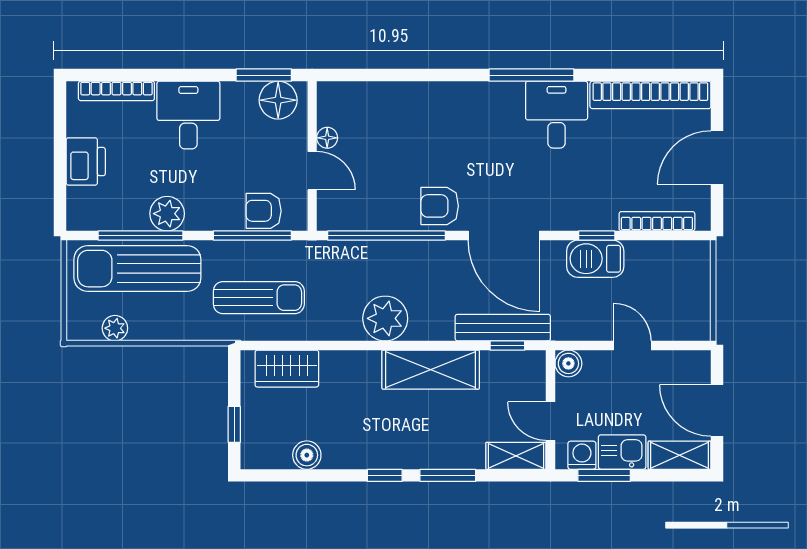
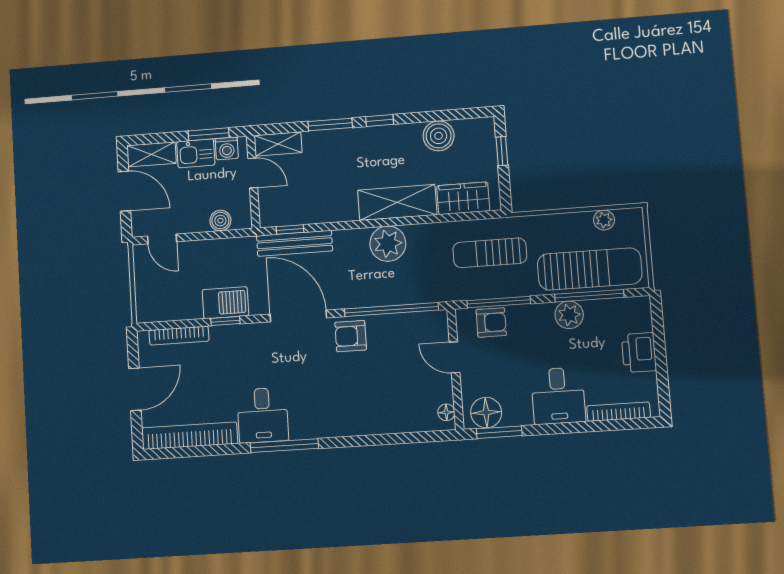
floor lamp: (327, 138) -> (446, 412), moved
armchair: (440, 206) -> (351, 336), turned 180
door: (632, 345) -> (162, 239), moved
boiler: (568, 363) -> (220, 221), moved
shelving: (431, 370) -> (397, 202), moved
boiler: (307, 455) -> (439, 136), width x1.36, depth x1.36

